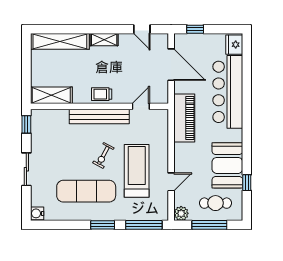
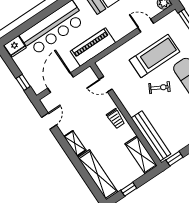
window: (26, 62) -> (129, 189), added
bench: (99, 117) -> (151, 136), moved
treadmill: (137, 171) -> (154, 56), turned 180

